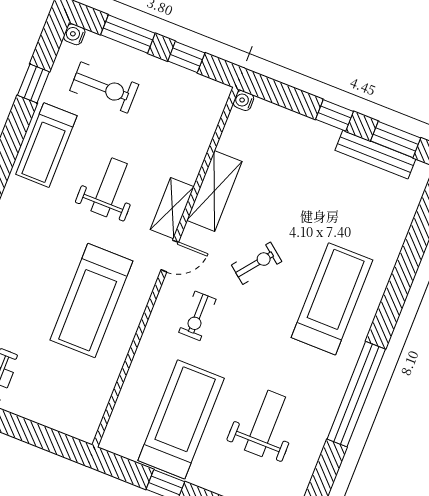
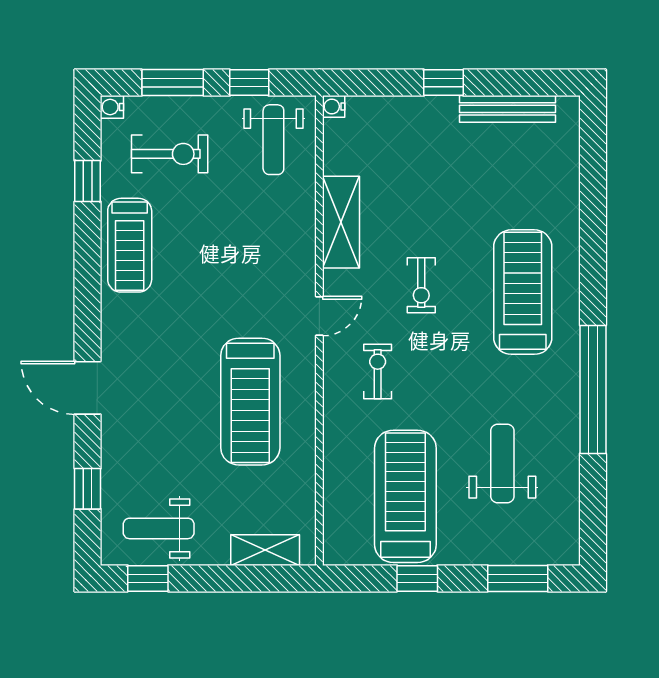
window: (396, 139) -> (524, 83), removed
weight bench: (109, 187) -> (273, 140), moved, turned 180
shelving: (172, 208) -> (265, 550), moved, turned 90
exercise bike: (257, 263) -> (421, 285), turned 142
exercise bike: (197, 316) -> (378, 371), turned 180

